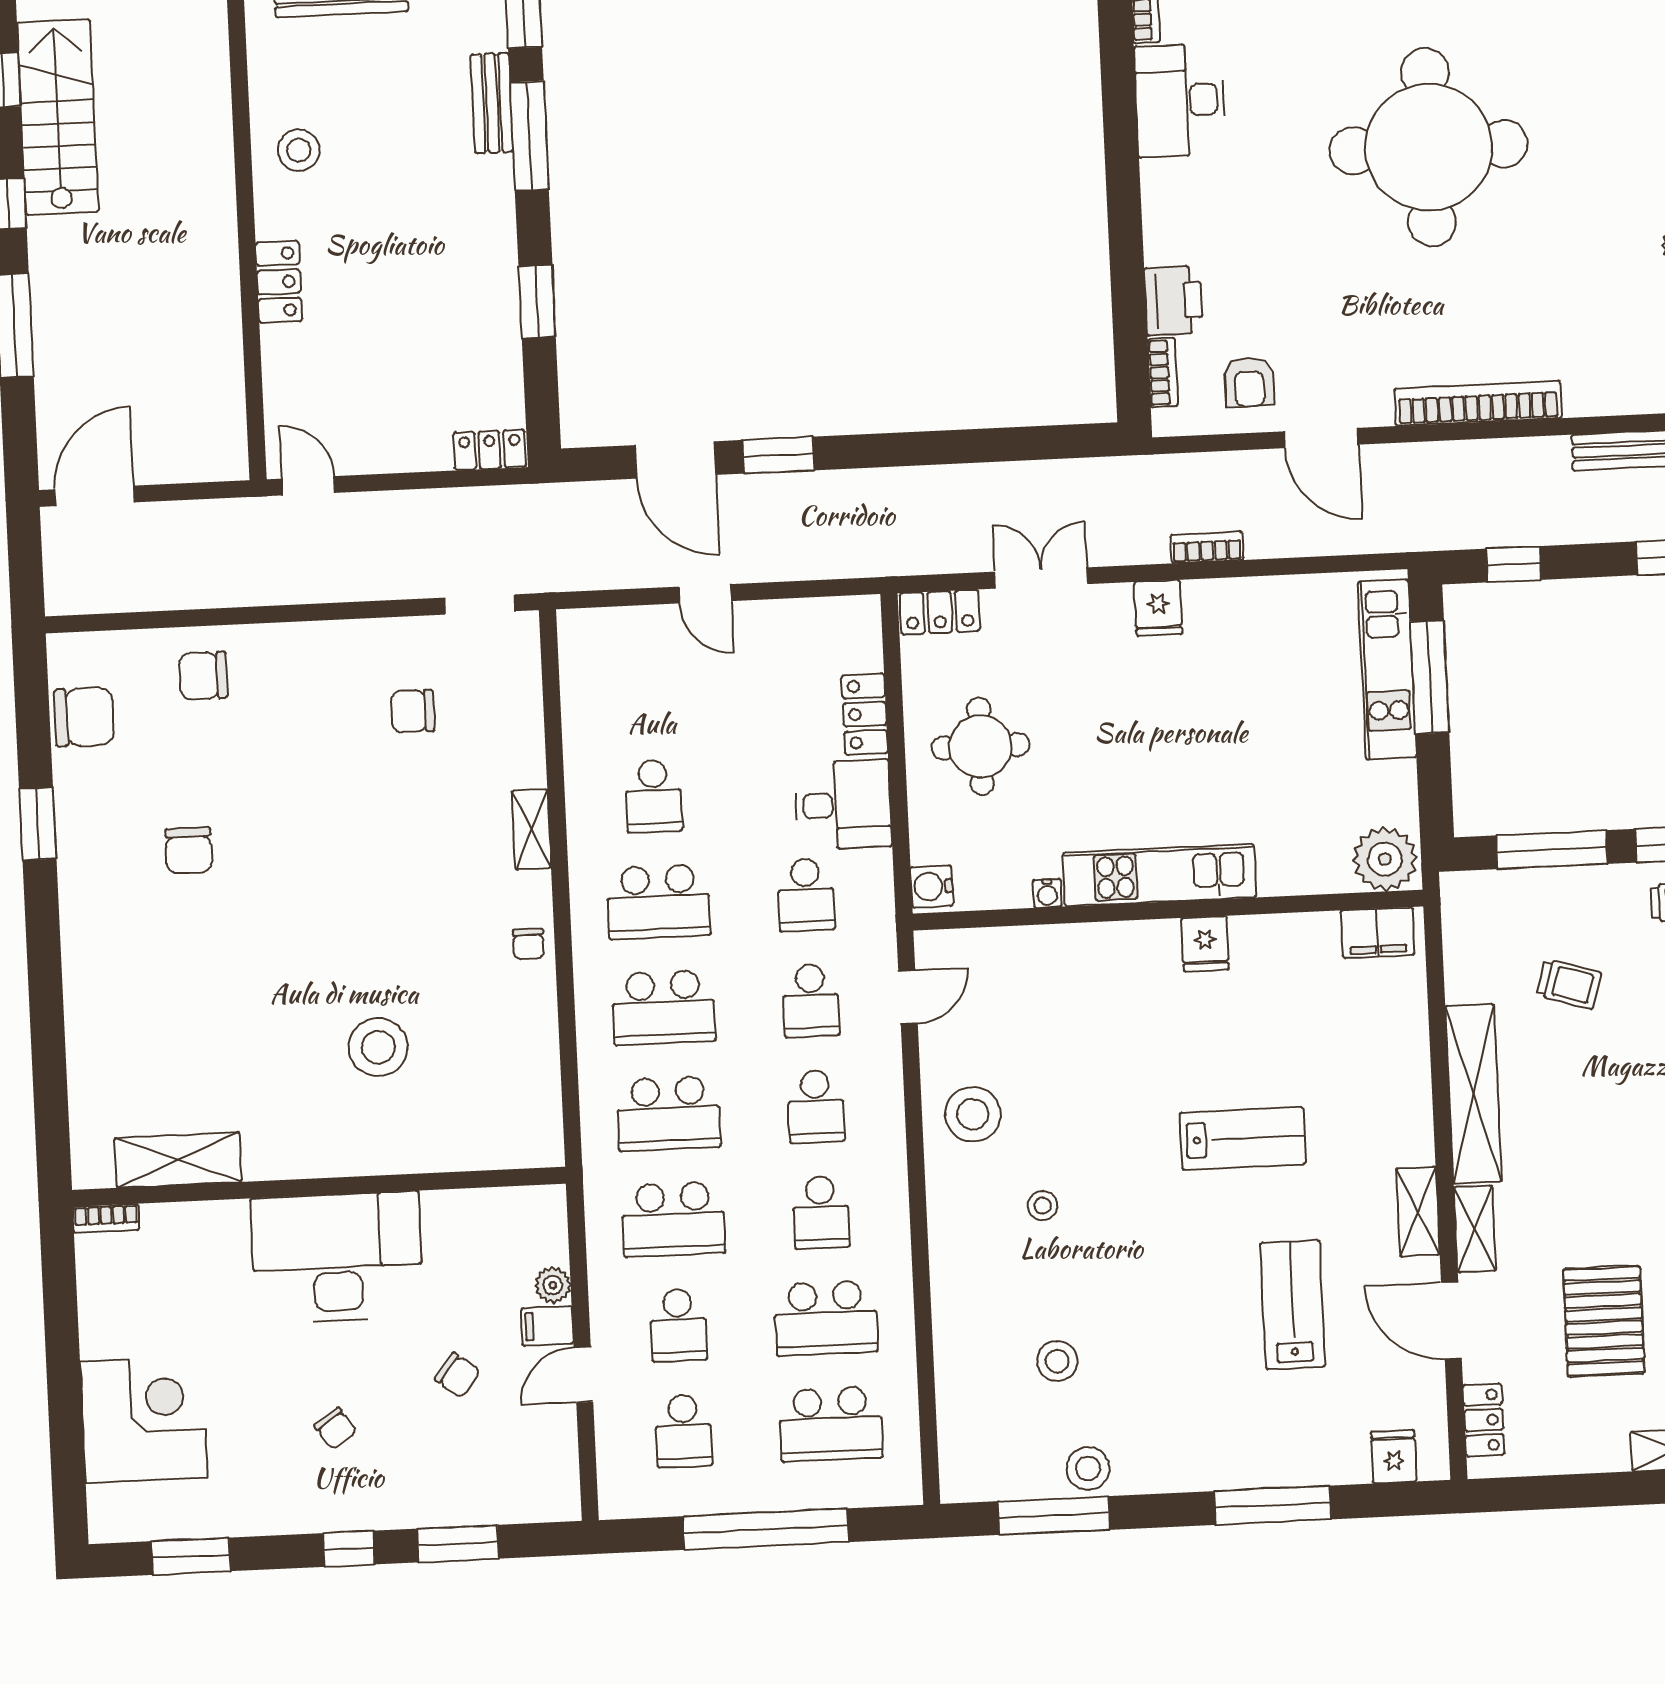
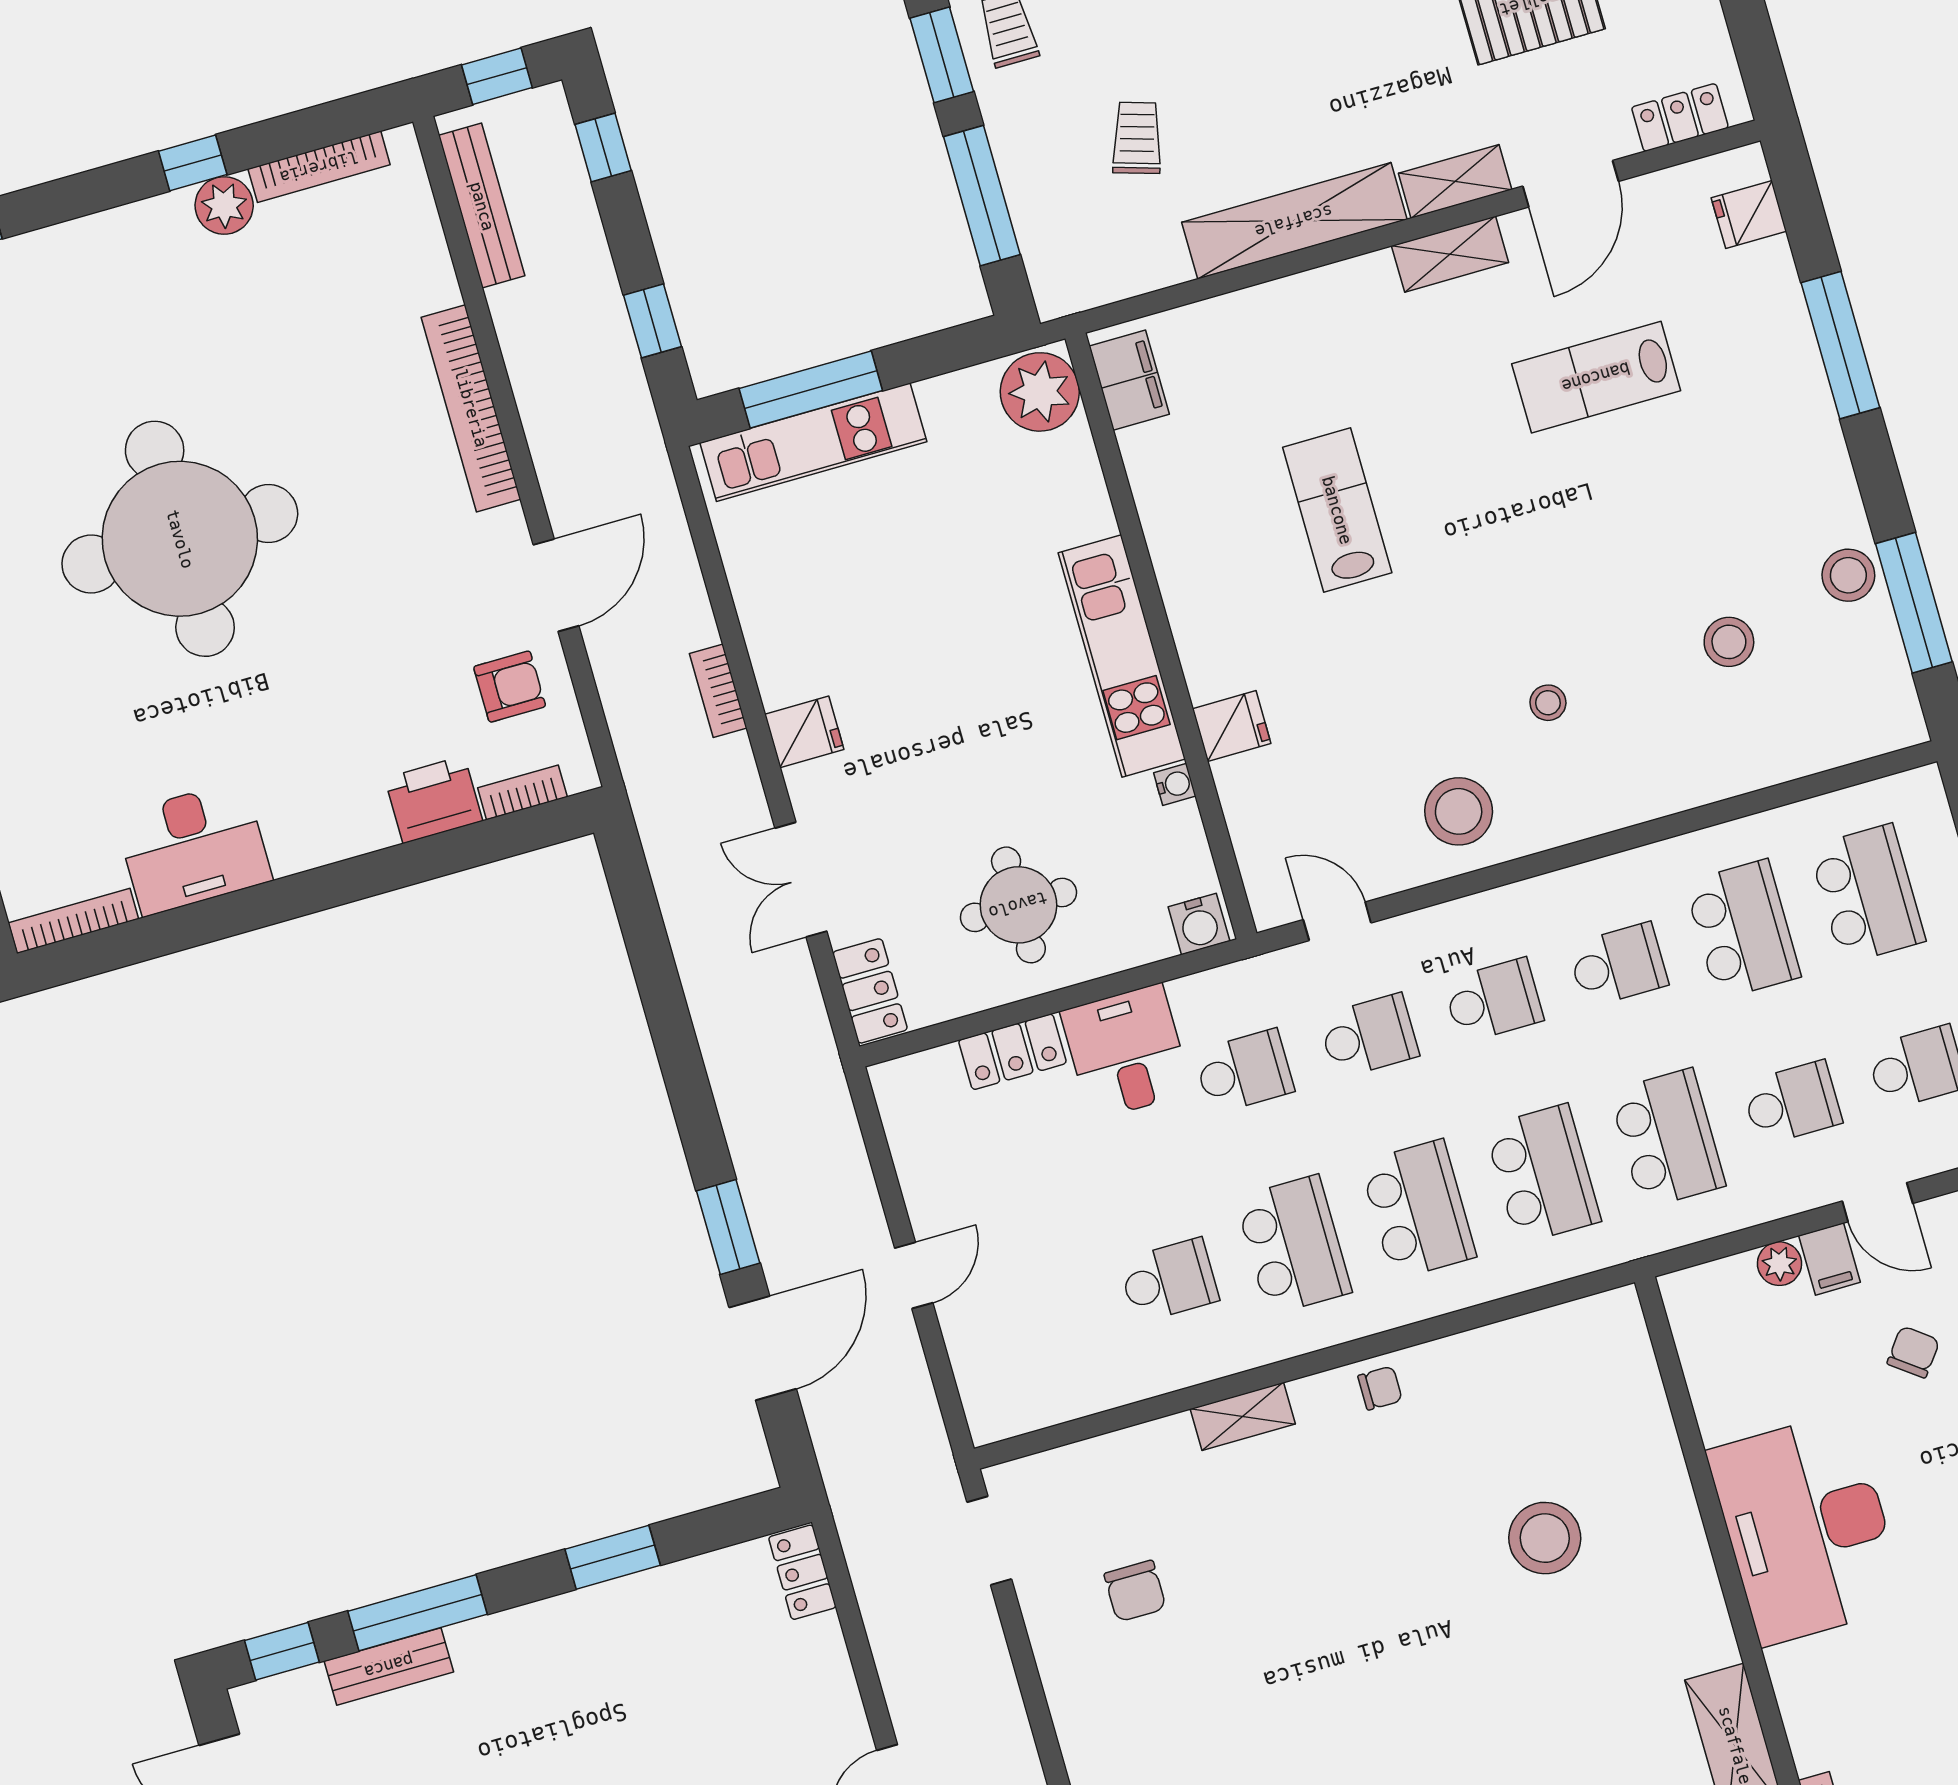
fridge: (1205, 944) -> (1232, 726), moved
lab bench: (1243, 1138) -> (1337, 510), moved

